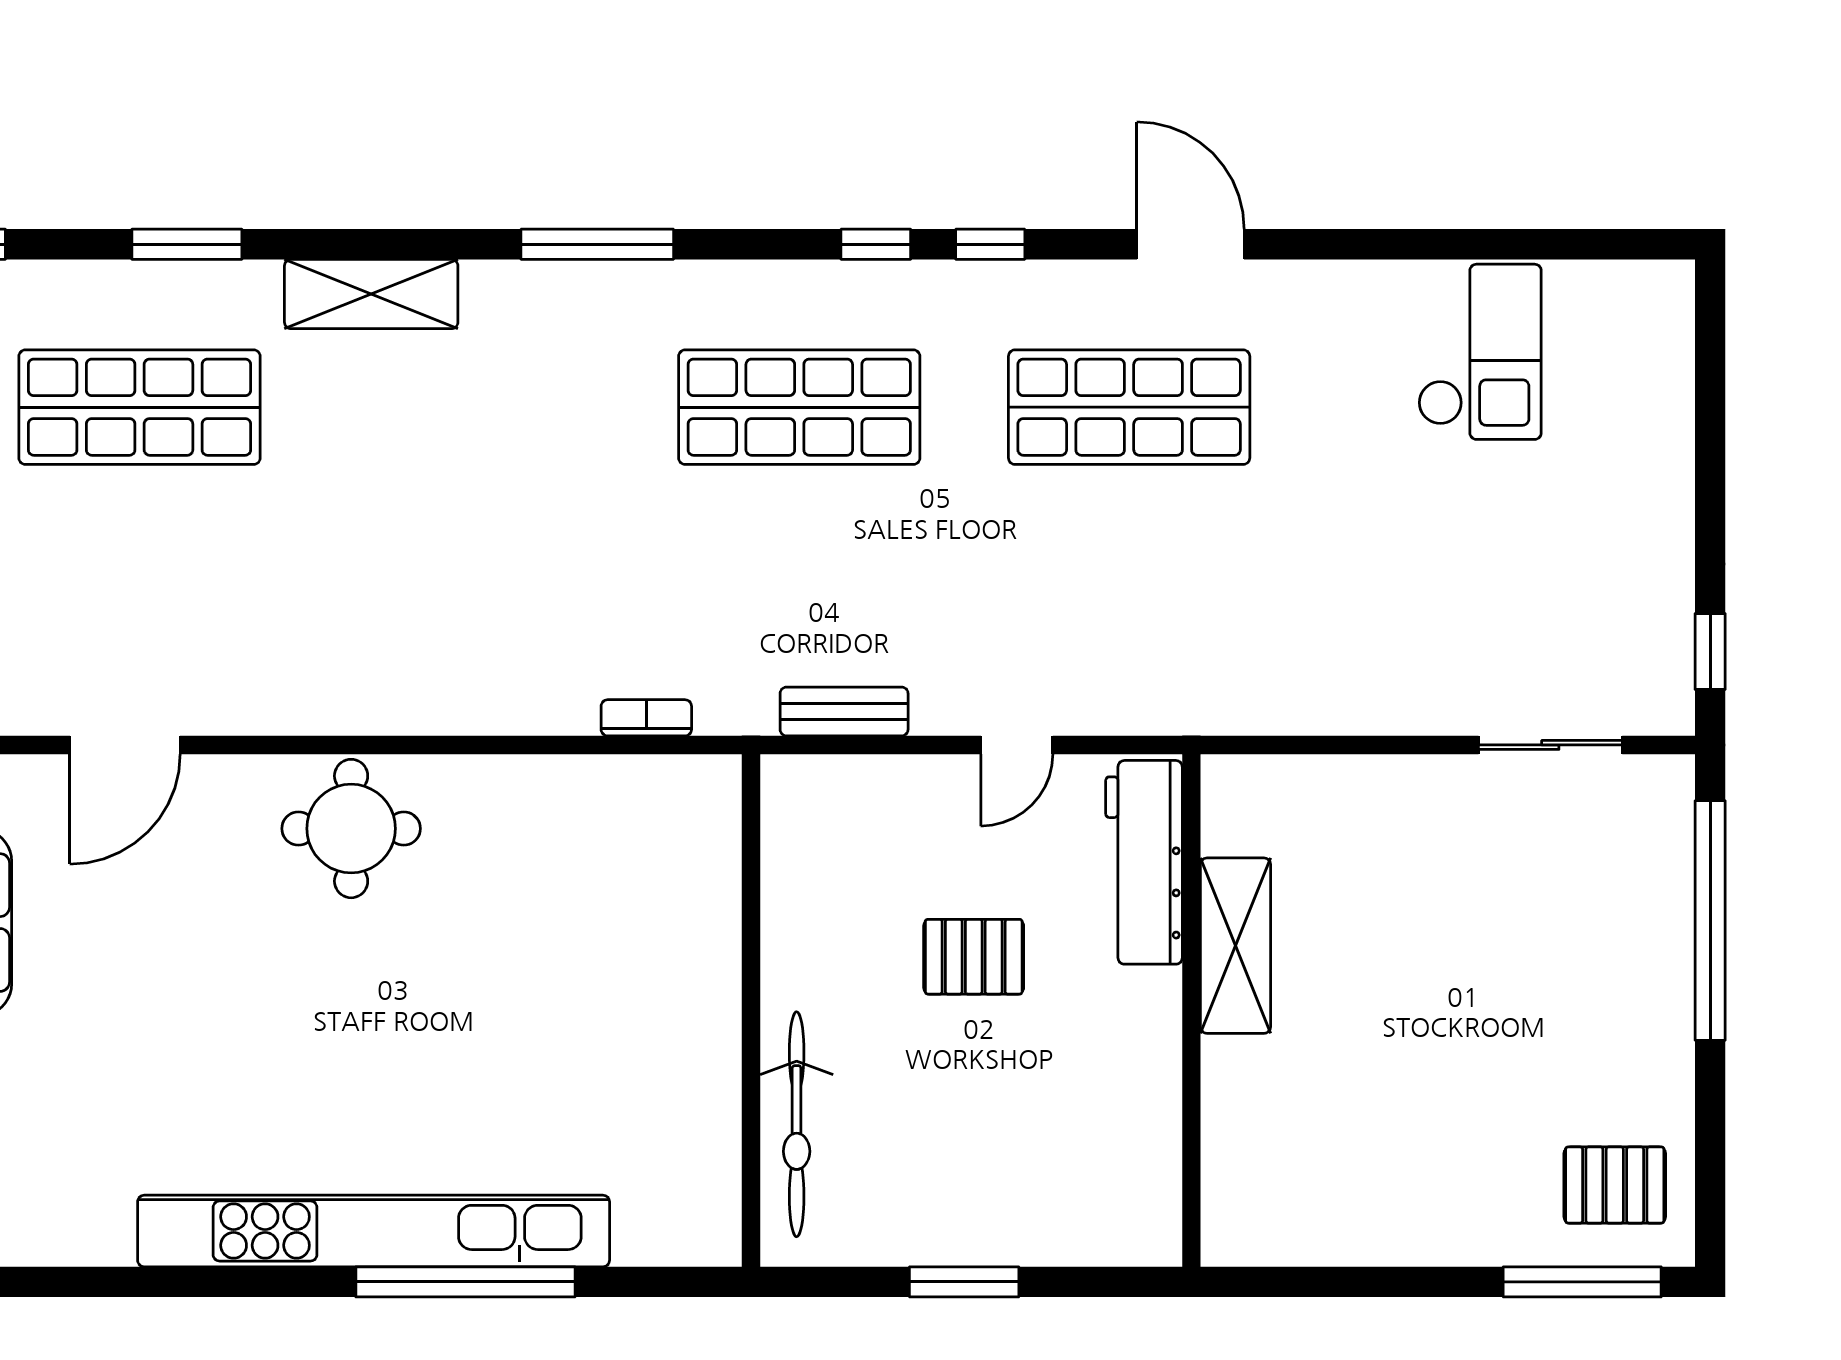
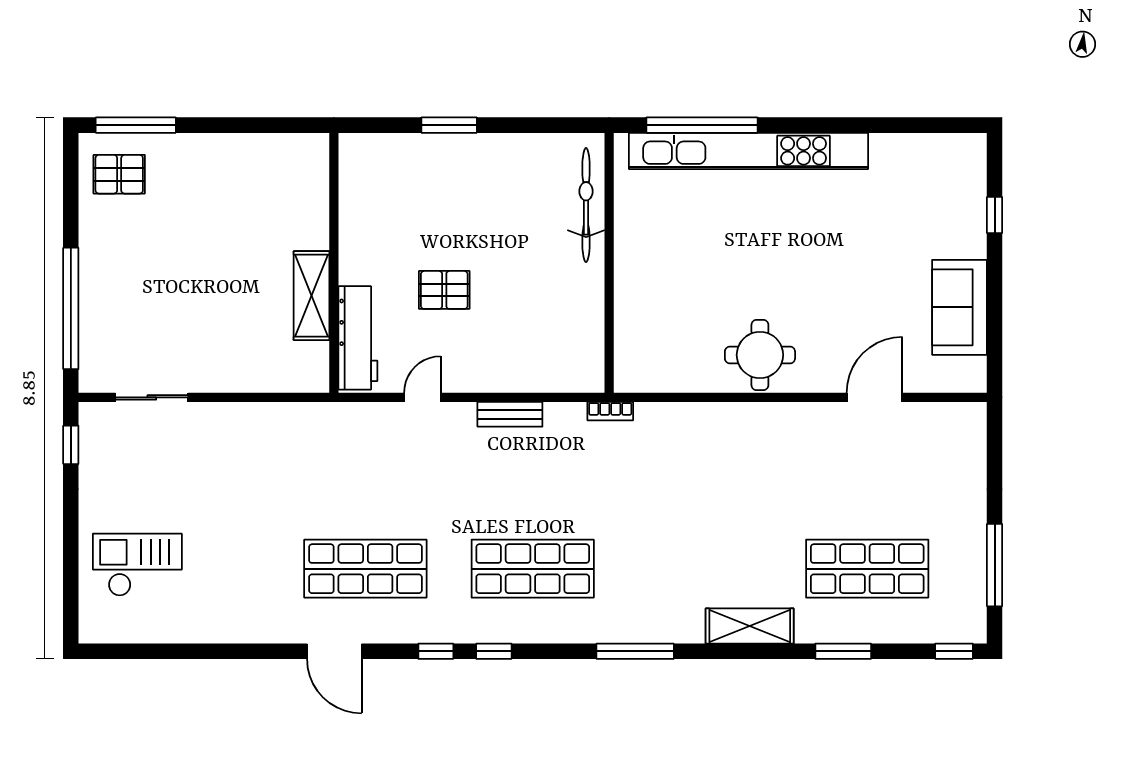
checkout: (1480, 352) -> (137, 565), moved, turned 90
wall: (751, 1010) -> (609, 263), moved
bicycle: (797, 1124) -> (586, 205), moved

